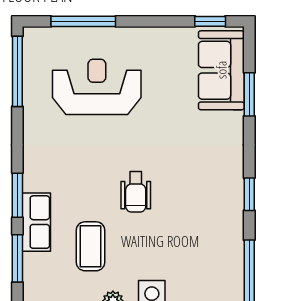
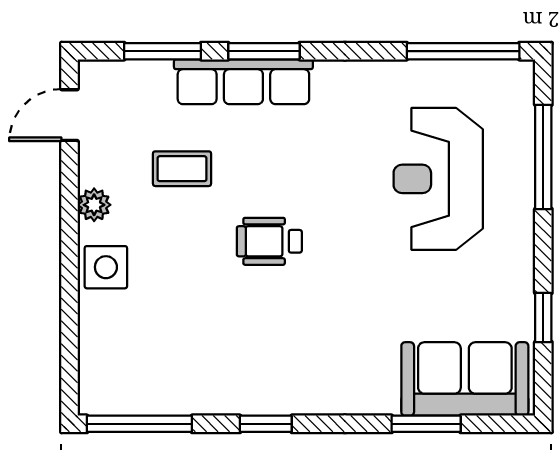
window: (210, 21) -> (543, 317), moved
reception desk: (97, 87) -> (438, 179), turned 180
row of seats: (36, 222) -> (243, 82), width x1.48
coffee table: (91, 246) -> (182, 169), width x0.73, depth x0.77

